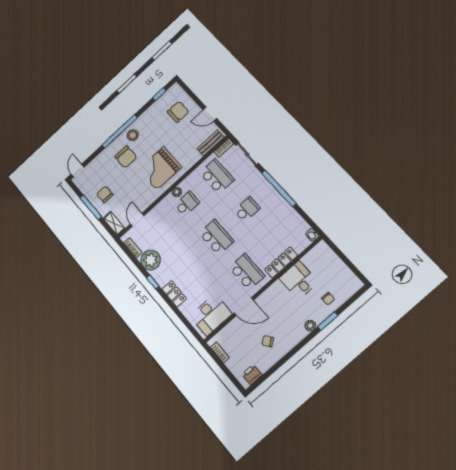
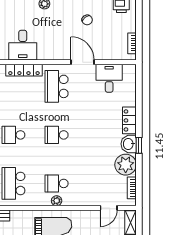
school desk: (216, 237) -> (57, 135), width x0.54
washbasin: (161, 277) -> (129, 144), added
chair: (328, 299) -> (13, 12), removed
desk: (211, 315) -> (109, 78), width x0.73

